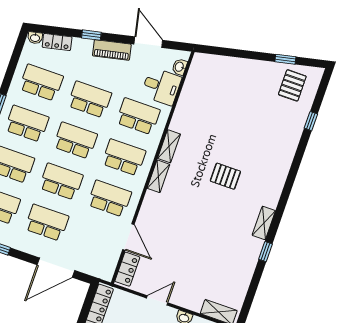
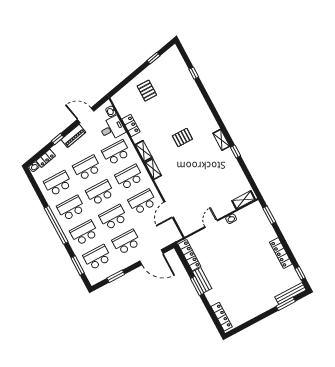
pallet: (292, 85) -> (147, 91), moved
door: (128, 237) -> (169, 210), swing flipped
door: (56, 268) -> (152, 257), hinge flipped
locker: (127, 269) -> (131, 125), moved

